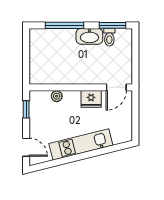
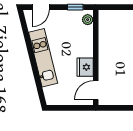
door: (116, 87) -> (96, 90), hinge flipped
plant: (57, 96) -> (88, 20), moved

